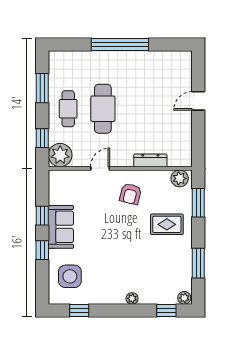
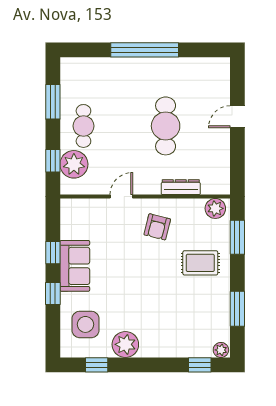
cafe table: (103, 109) -> (166, 126), moved
plant: (60, 155) -> (74, 164), moved
plant: (132, 298) -> (125, 344), moved, width x1.88, depth x1.88

